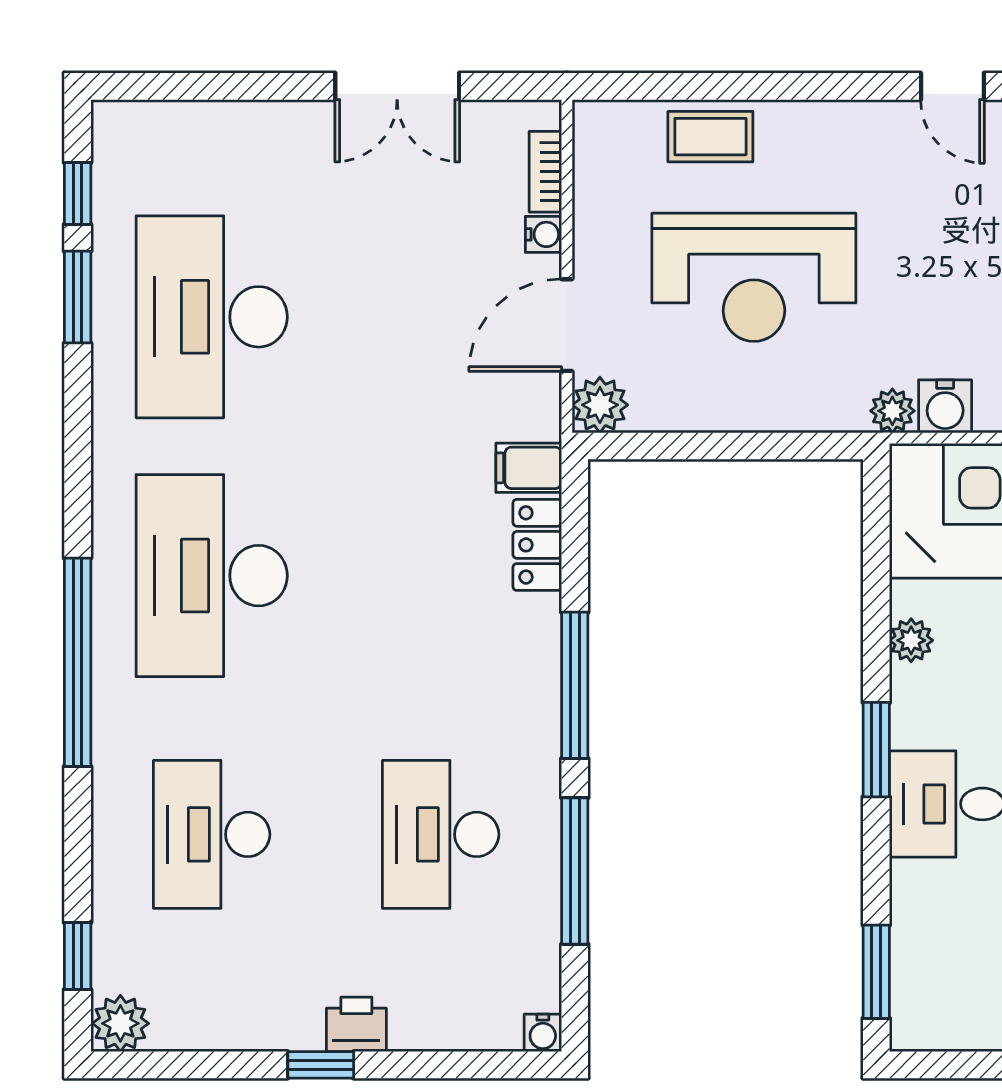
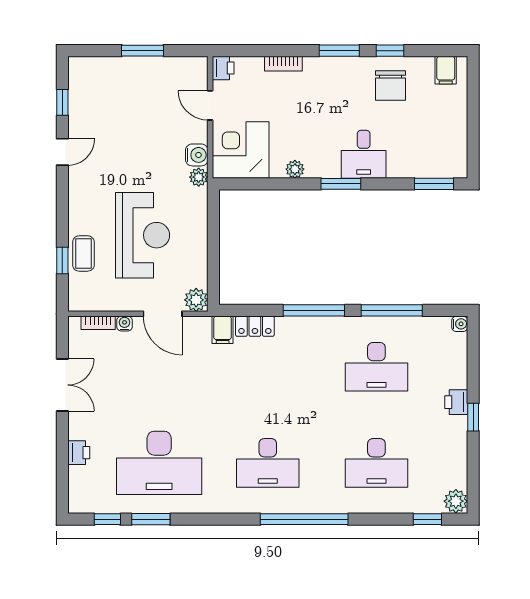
window: (694, 86) -> (62, 260), added
printer: (236, 126) -> (79, 453), added
desk: (212, 576) -> (268, 463), width x0.73, depth x0.77

